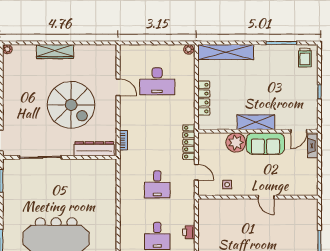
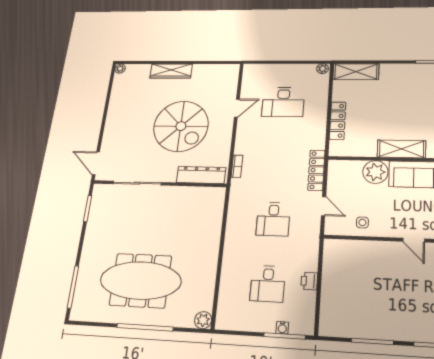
shelving: (226, 52) -> (356, 71), width x0.68
door: (118, 87) -> (237, 108), hinge flipped

